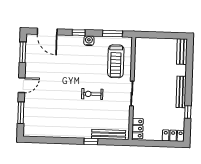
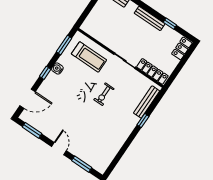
locker: (137, 129) -> (152, 71), width x1.53

